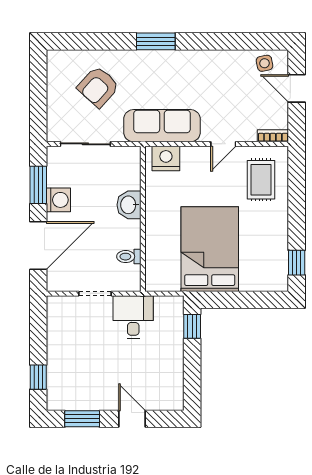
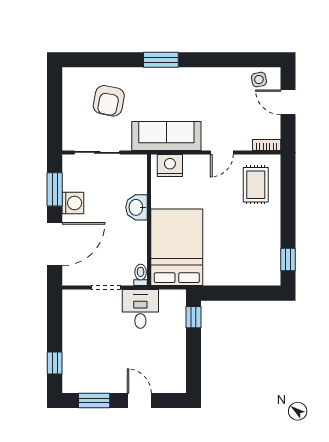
armchair: (98, 87) -> (109, 101), turned -31
bed: (210, 249) -> (177, 247), moved
toilet: (129, 257) -> (141, 275), moved, turned 90

